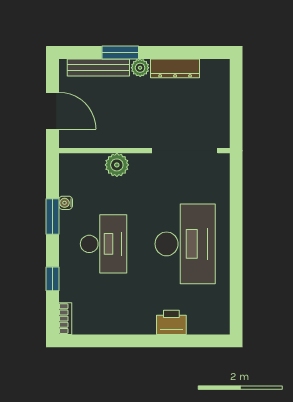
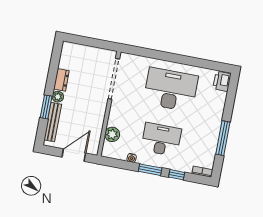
dresser: (175, 68) -> (61, 80), width x0.70
plant: (117, 165) -> (112, 134), moved
window: (53, 216) -> (150, 170), moved
printer: (171, 322) -> (222, 81), moved
window: (124, 341) -> (223, 138), added

